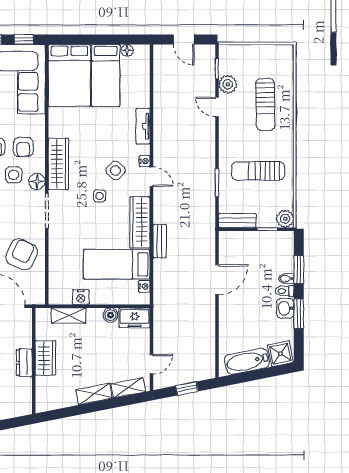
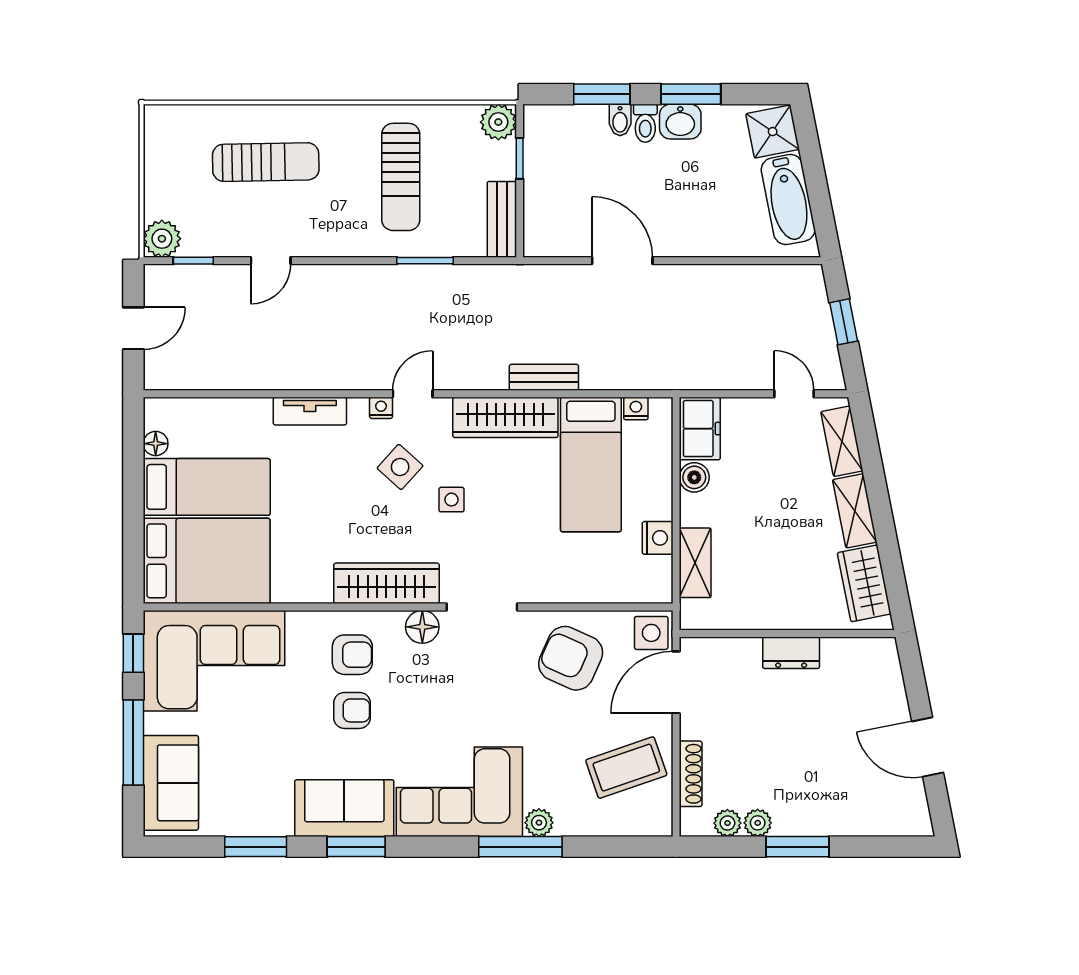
plant: (228, 84) -> (162, 239), moved
side table: (14, 175) -> (651, 633), moved
wardrobe: (45, 358) -> (864, 583), moved, turned -101

